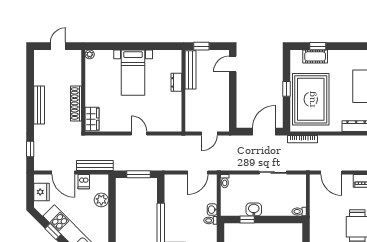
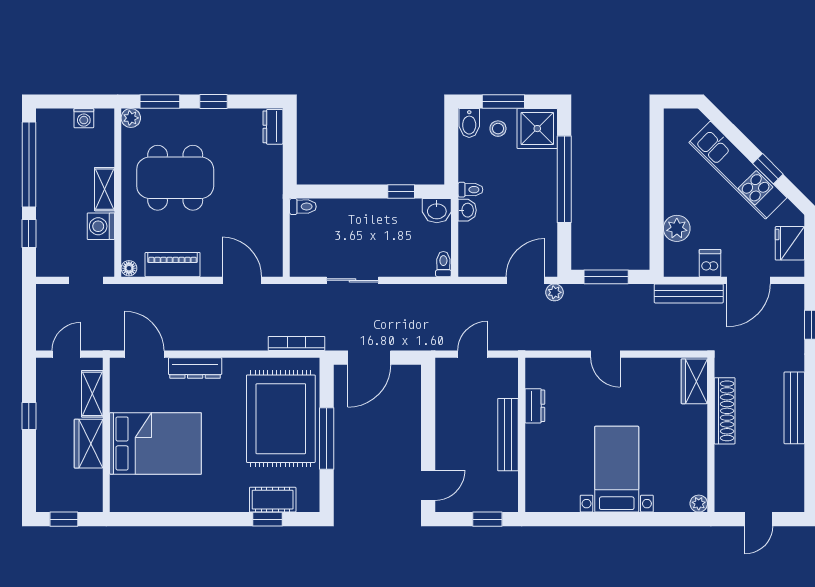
bench: (191, 70) -> (508, 435), moved
dresser: (176, 82) -> (535, 406), moved
window: (286, 89) -> (327, 439), width x2.17
plant: (166, 166) -> (555, 292), added
door: (63, 172) -> (749, 280), swing flipped
door: (198, 172) -> (525, 280), moved
washbasin: (254, 209) -> (437, 211), moved

